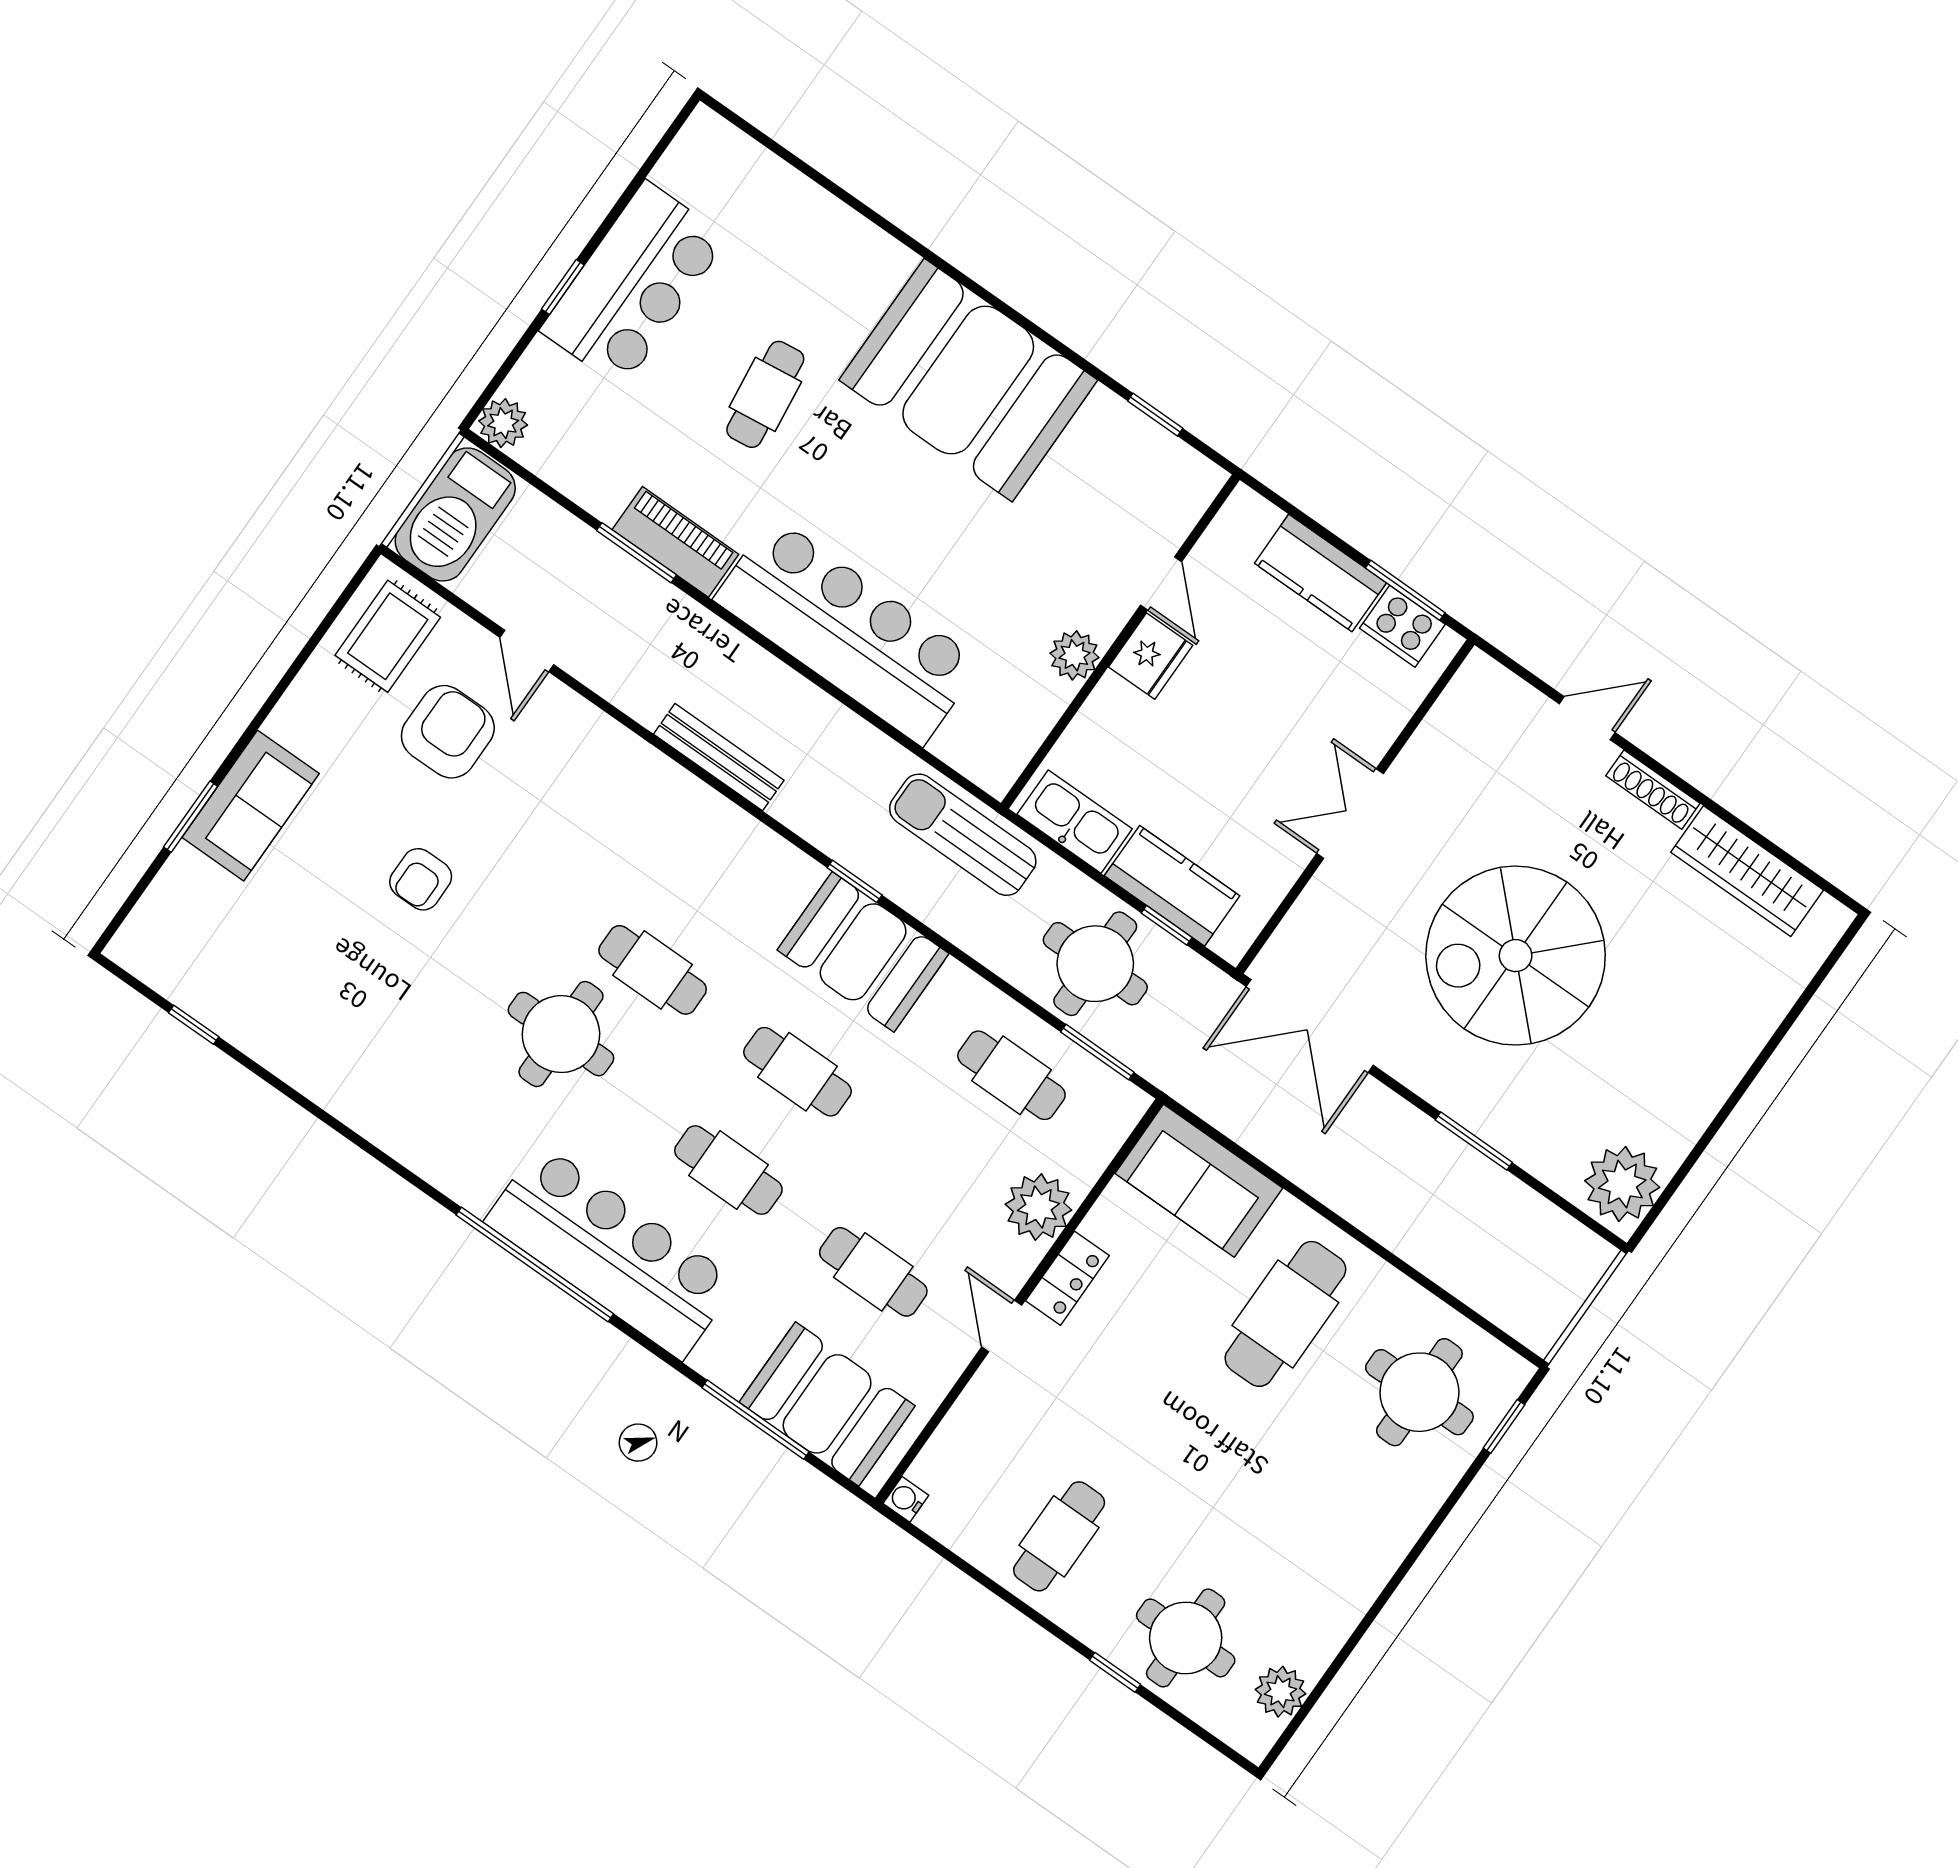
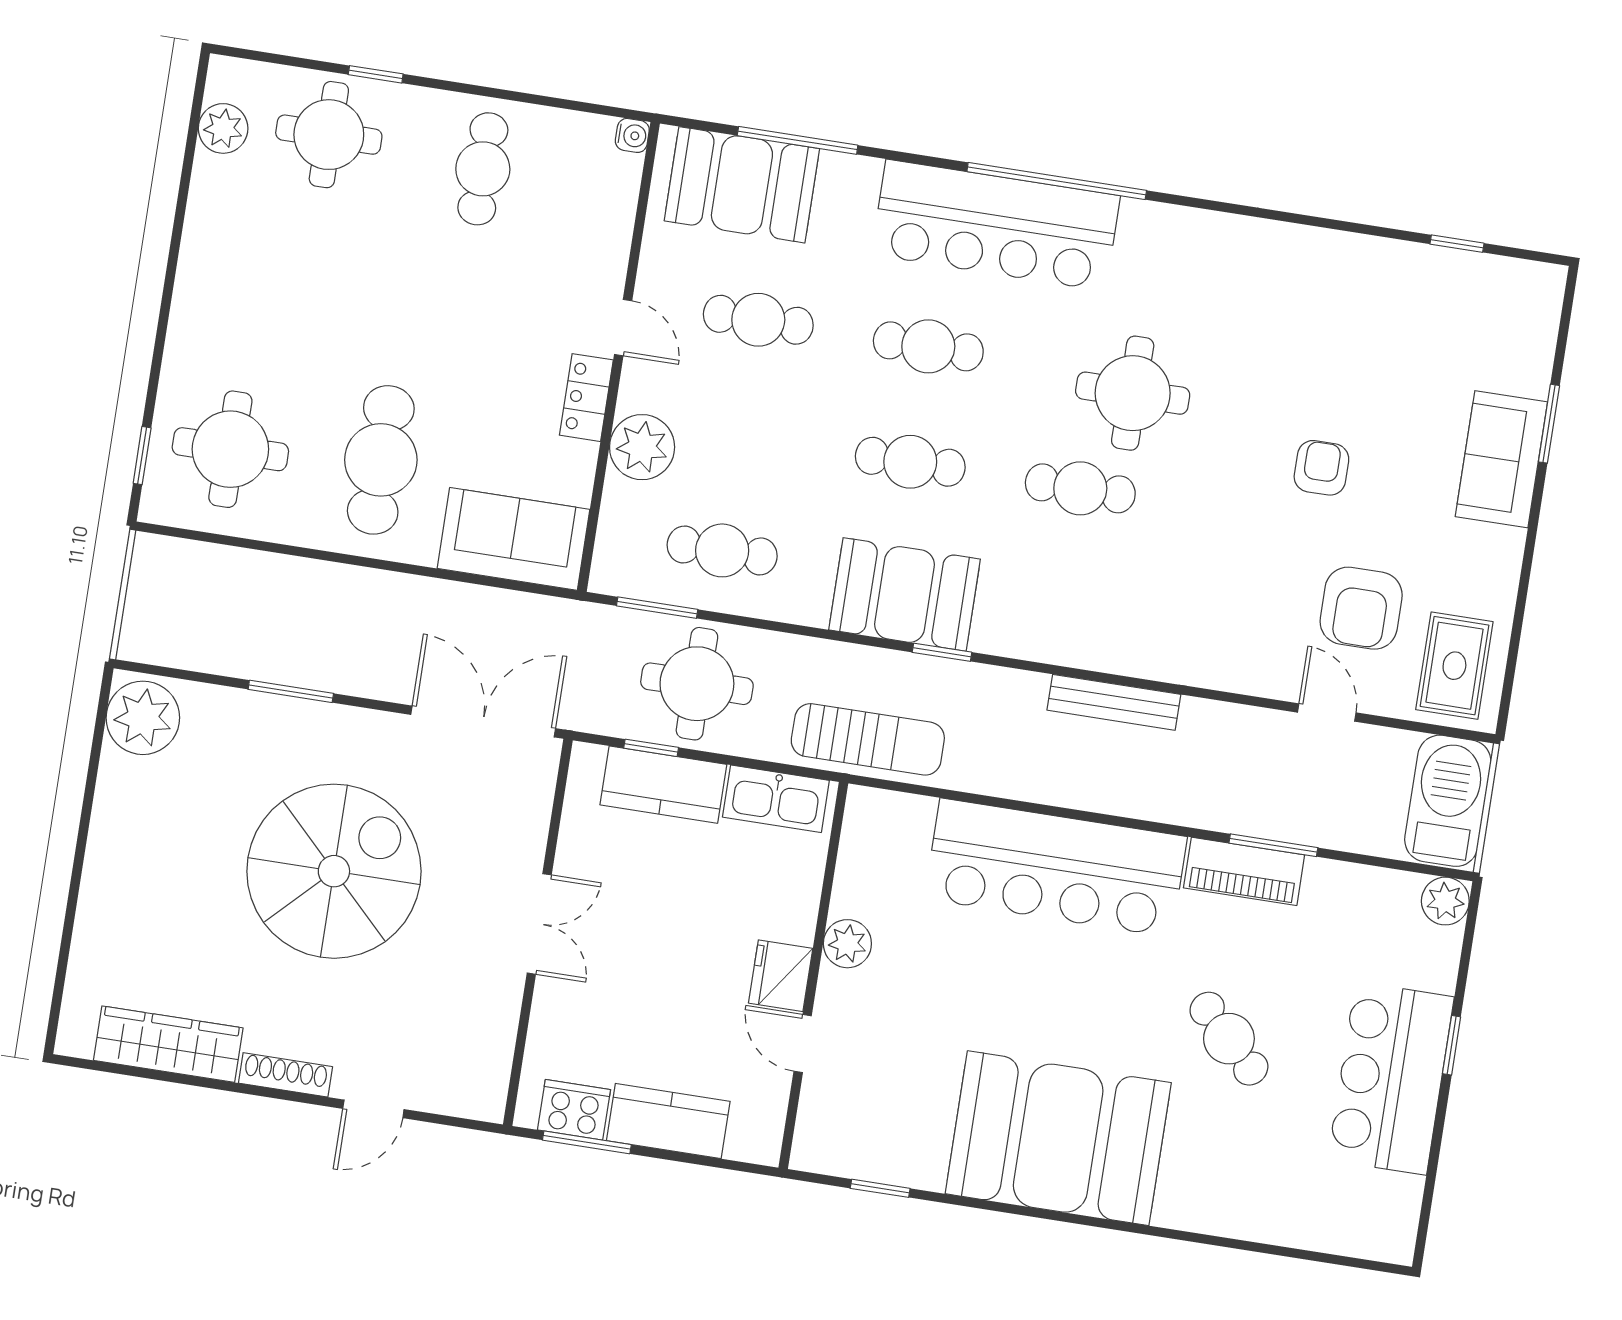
cafe table: (765, 394) -> (1229, 1039), turned -38

